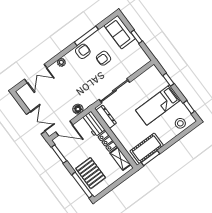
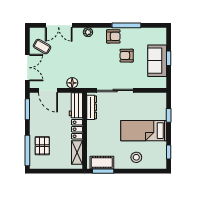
sofa: (120, 32) -> (157, 61), moved
coffee table: (35, 99) -> (42, 47), added
stool: (180, 123) -> (136, 157), moved
cot: (147, 148) -> (102, 162), width x0.73, depth x0.75
pallet: (91, 173) -> (42, 146), width x0.67, depth x0.71

